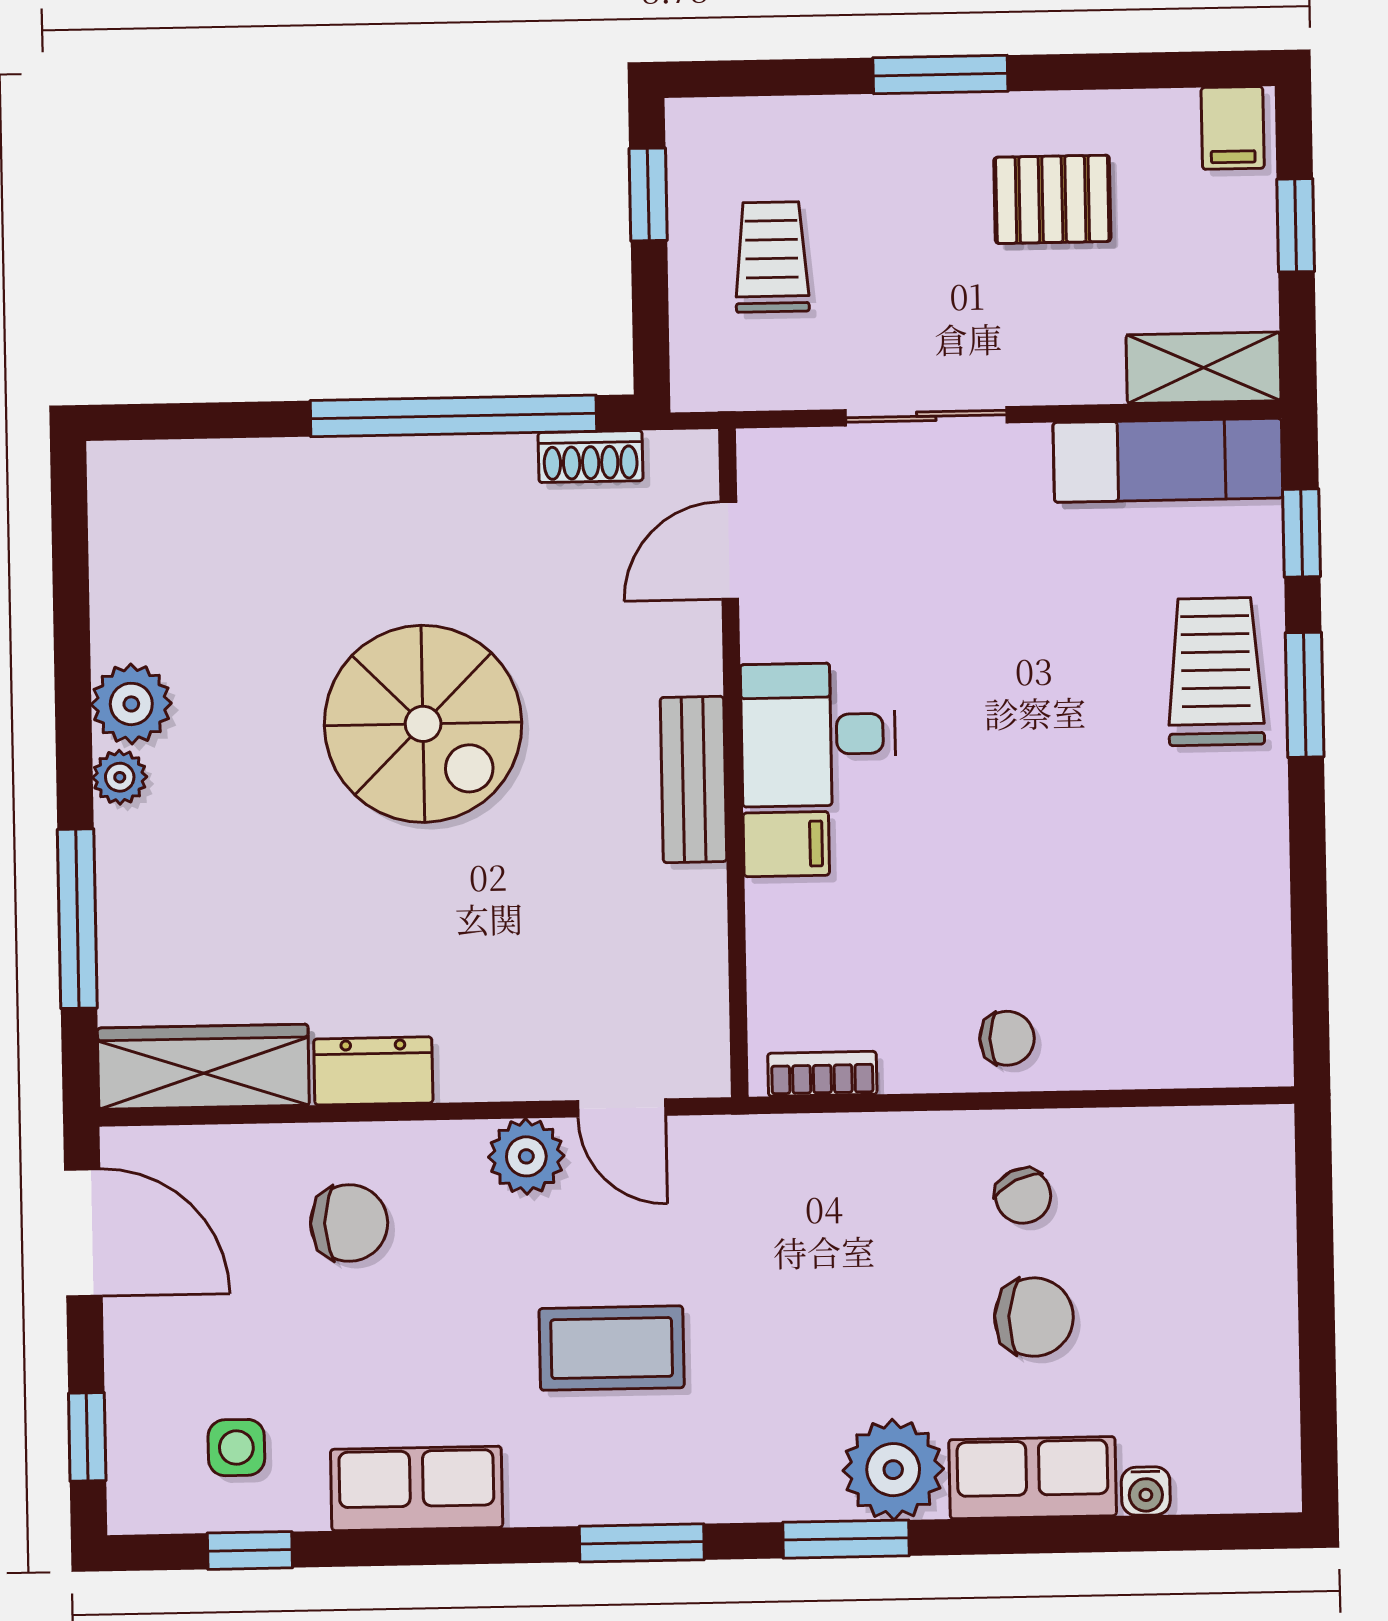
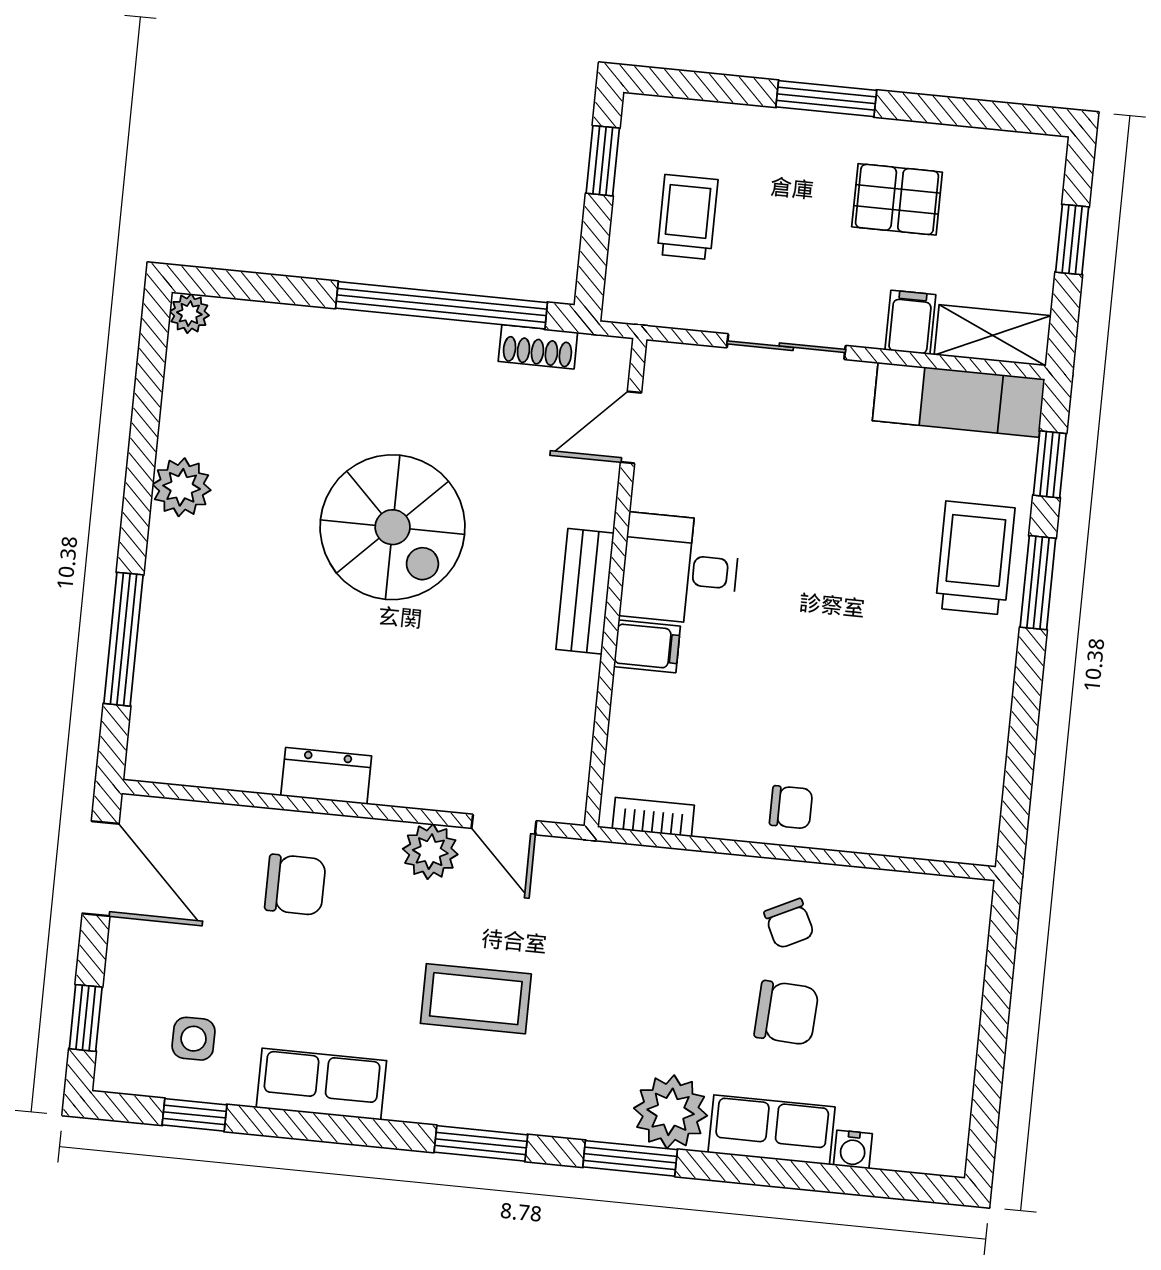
filing cabinet: (1233, 128) -> (910, 322), moved, turned 180
plant: (120, 777) -> (189, 313), moved
wardrobe: (203, 1067) -> (203, 758), removed

